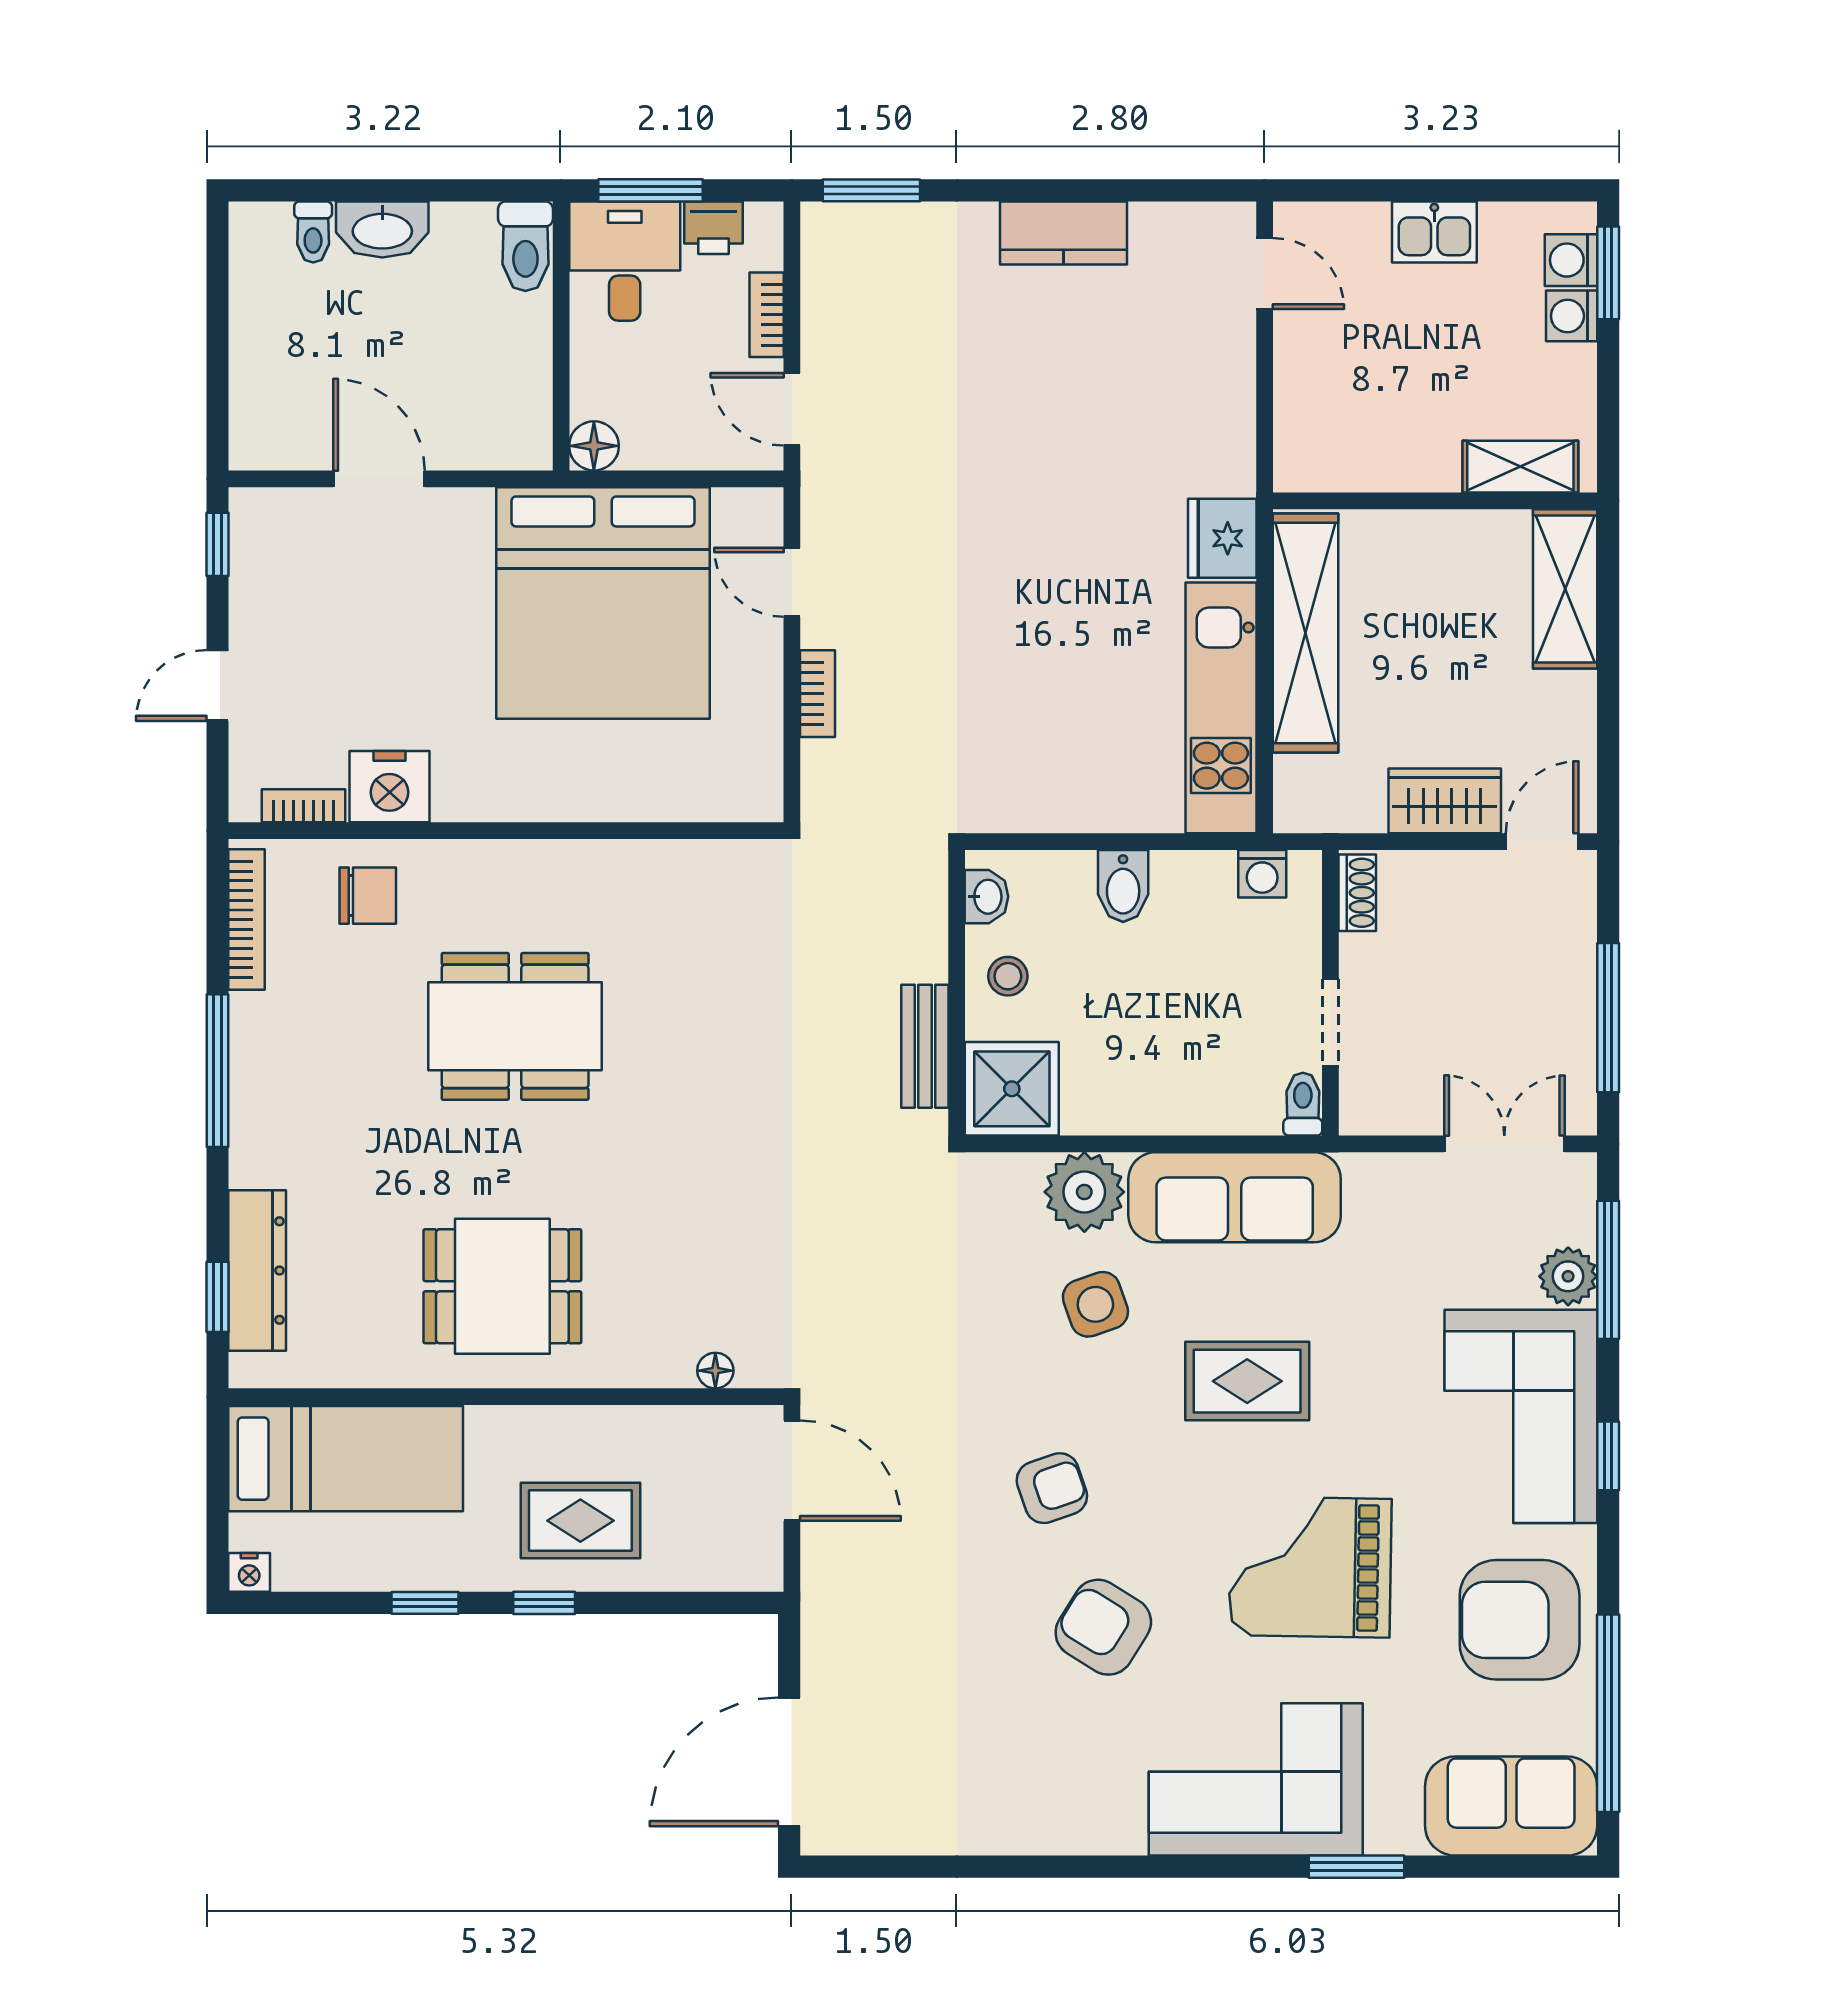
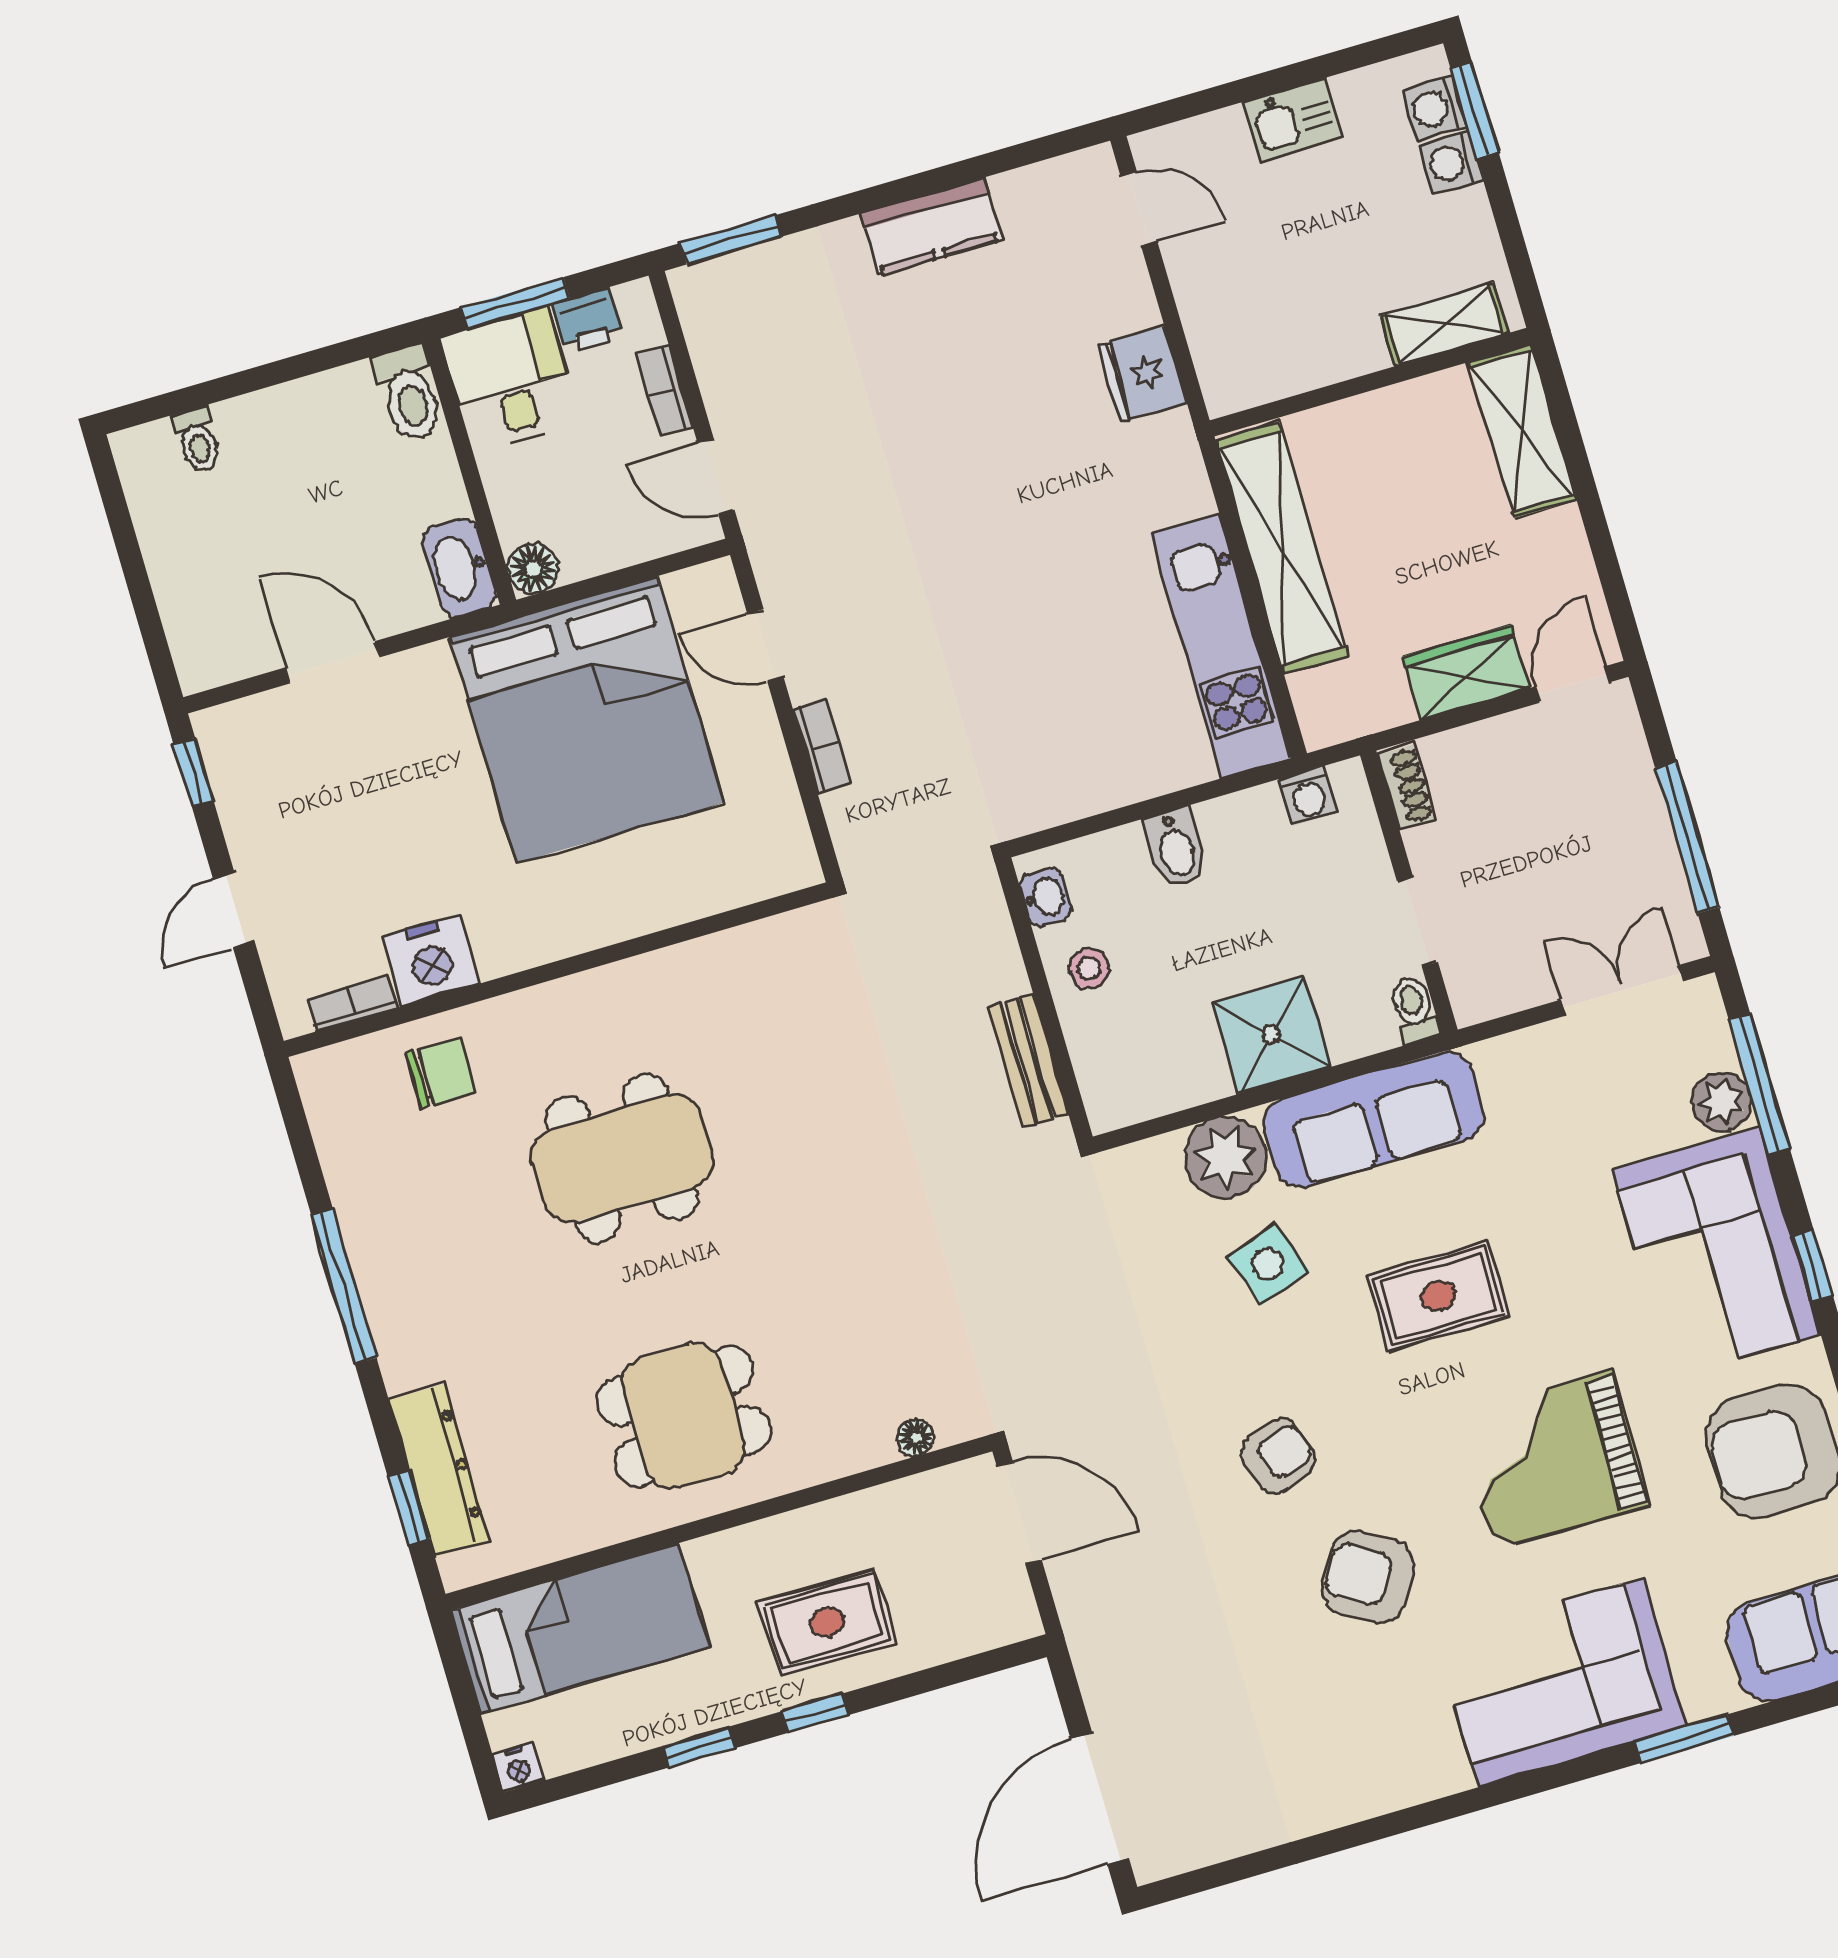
washbasin: (382, 229) -> (459, 568), moved, turned 90
fridge: (1222, 538) -> (1142, 374), moved
bookcase: (247, 920) -> (329, 1131), removed
shower: (1012, 1089) -> (1271, 1035), moved

